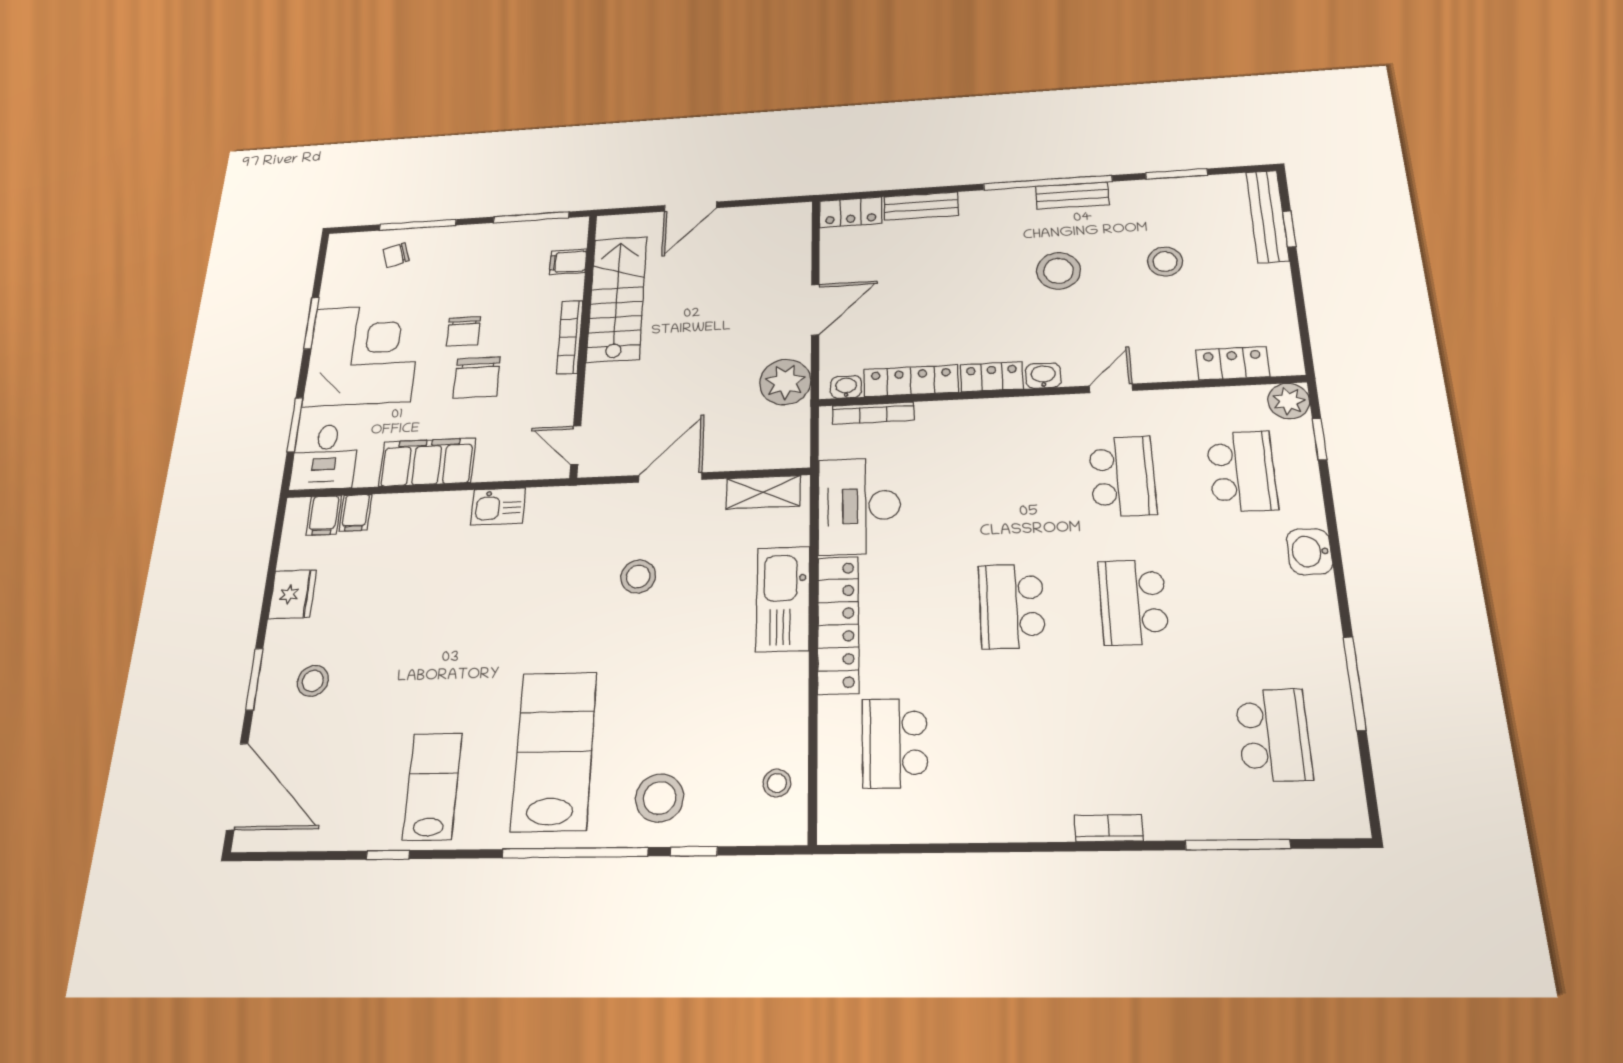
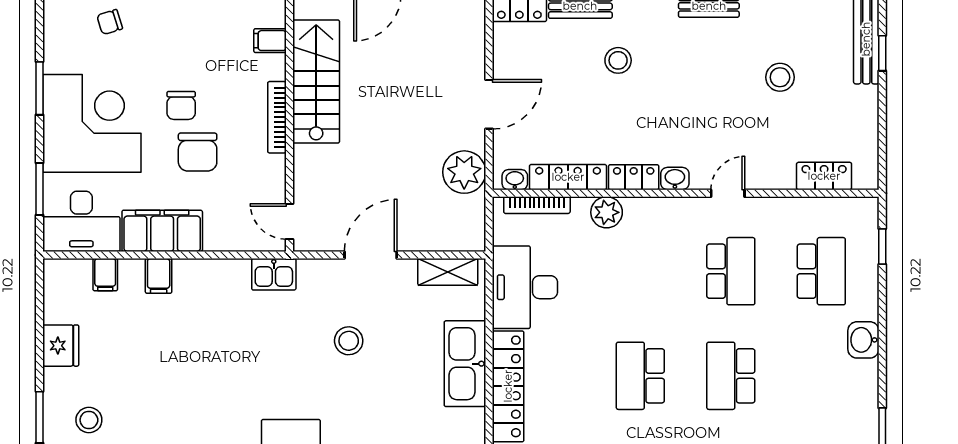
stool: (1058, 271) -> (618, 60), moved, width x0.73, depth x0.73
plant: (1289, 401) -> (607, 212), moved
desk: (325, 457) -> (81, 221), width x1.37
kitchen sink: (498, 506) -> (274, 274), moved
filing cabinet: (324, 515) -> (159, 276), moved

